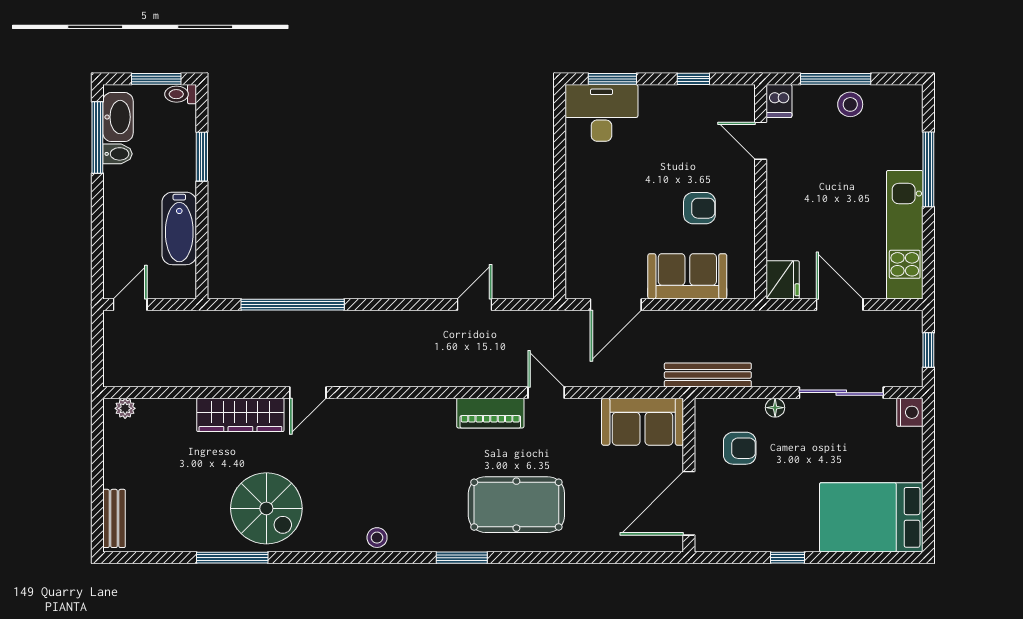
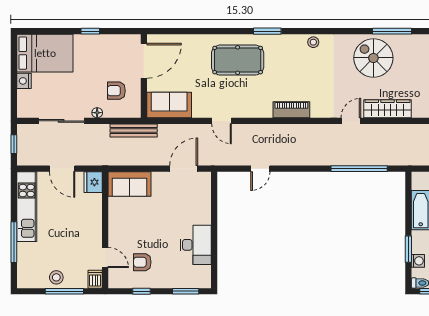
desk: (601, 113) -> (196, 245), moved, turned -90
washing machine: (184, 135) -> (418, 261), added
armchair: (699, 208) -> (142, 262), moved
sofa: (687, 276) -> (129, 184), moved
nightstand: (910, 412) -> (24, 81), moved
piano: (490, 413) -> (291, 110), moved

